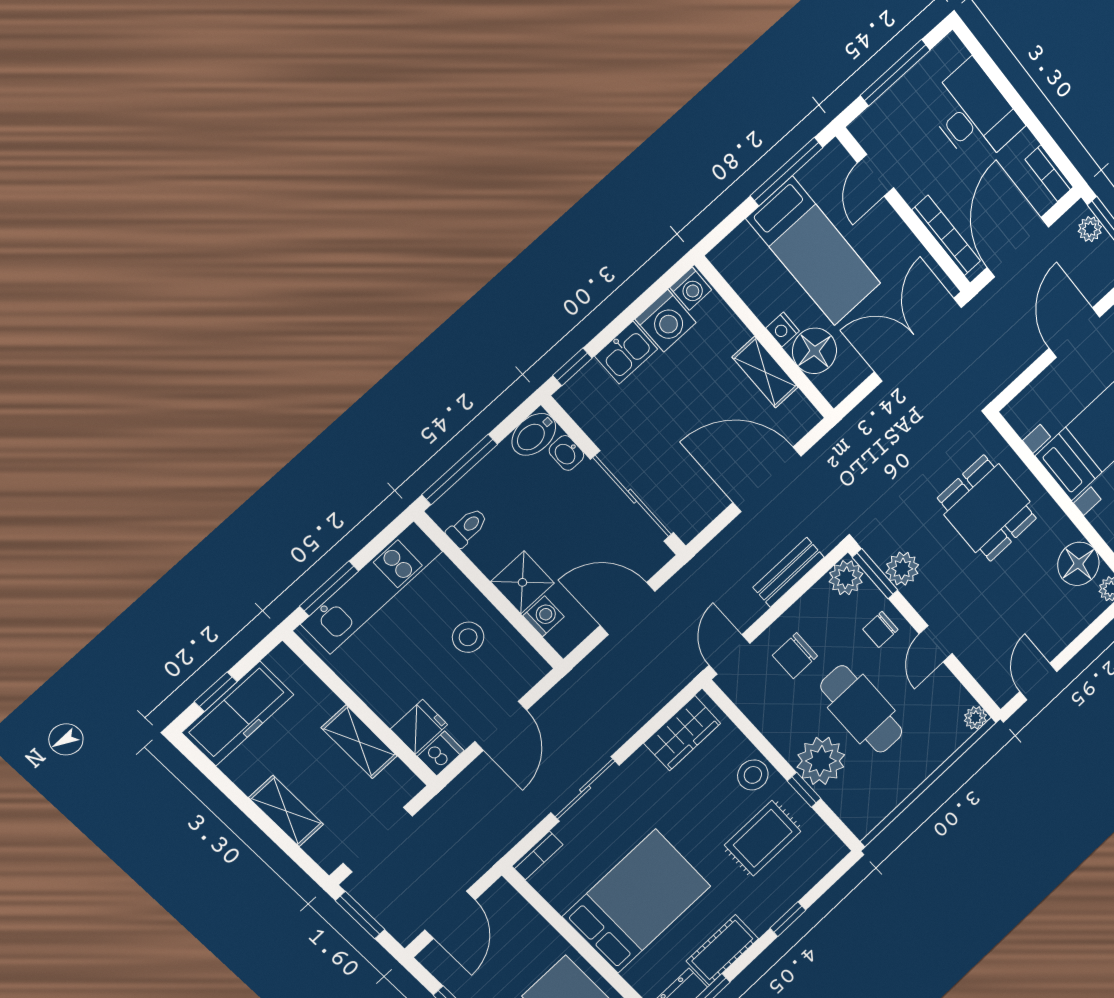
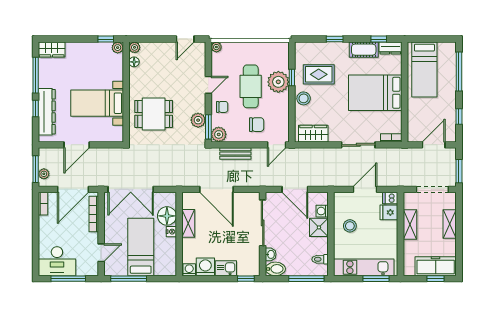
desk: (974, 114) -> (57, 261), moved, turned -90
dining table: (987, 508) -> (154, 114), turned 90
floor lamp: (1078, 564) -> (134, 62), width x0.53, depth x0.53

